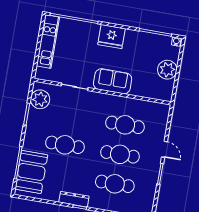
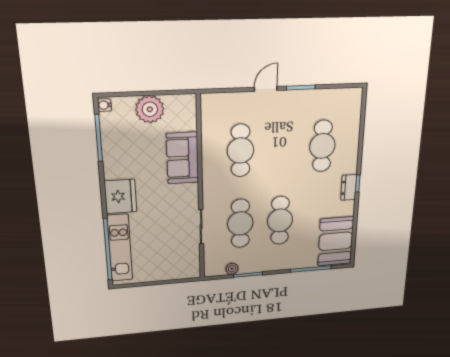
kitchen unit: (48, 42) -> (120, 248), moved, turned 90
sofa: (113, 81) -> (183, 158), moved
plant: (40, 99) -> (232, 269), width x0.53, depth x0.53
cafe table: (120, 154) -> (240, 223), moved
booth: (31, 172) -> (336, 241), moved, turned 90
dresser: (74, 199) -> (349, 187), width x0.70

